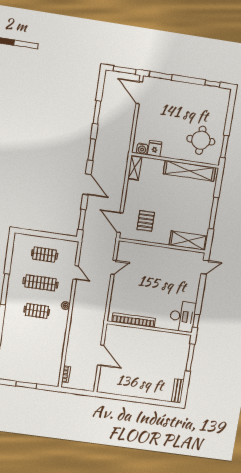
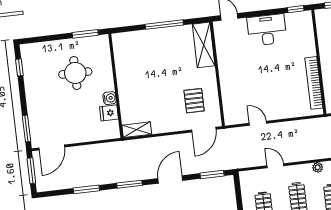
round table: (201, 140) -> (75, 73), moved
water cooler: (142, 149) -> (110, 98), moved
shelving: (189, 171) -> (123, 66), removed
pallet: (146, 221) -> (194, 101), turned 90
door: (76, 272) -> (275, 166), hinge flipped
desk: (182, 316) -> (267, 30), moved

